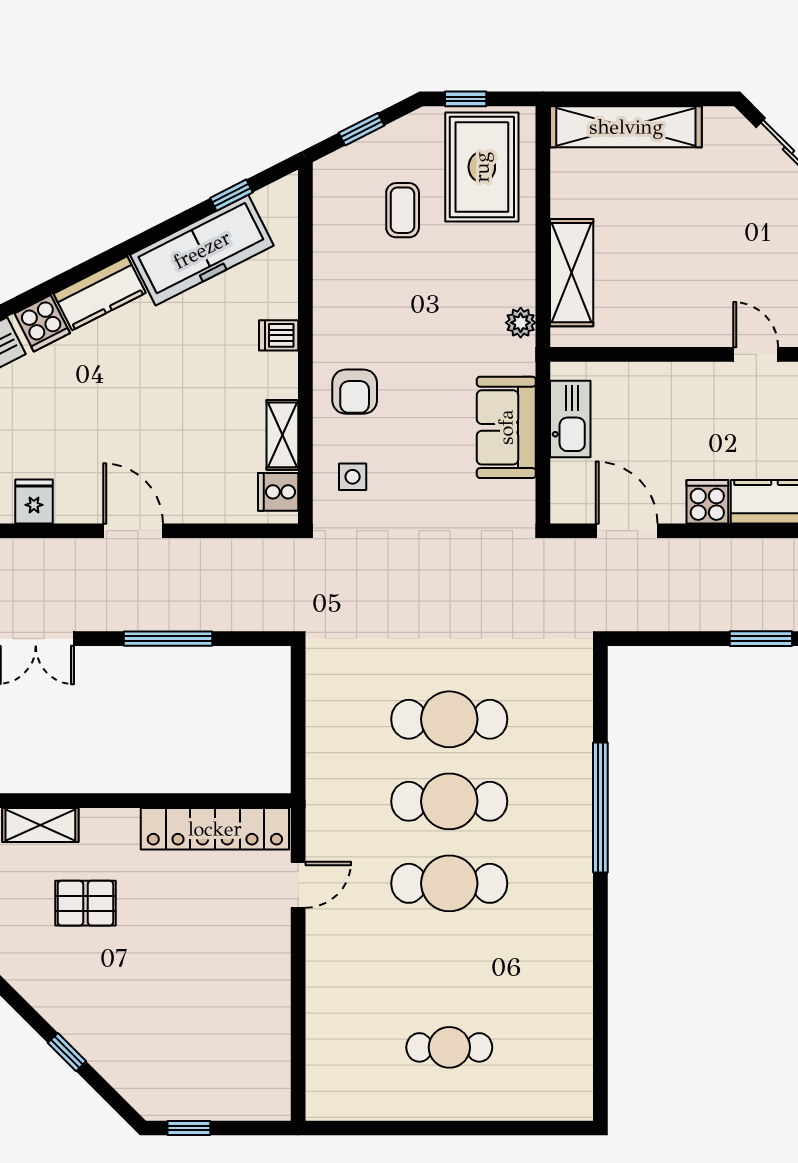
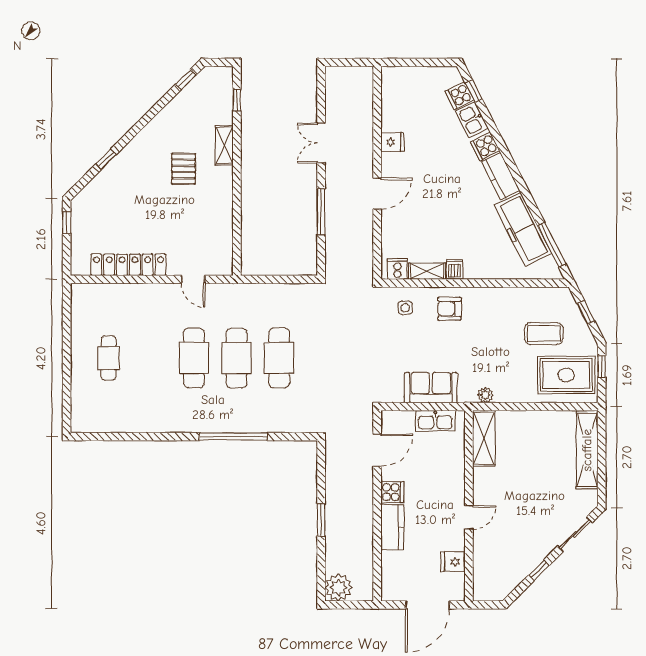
window: (231, 195) -> (552, 245), width x2.17
coffee table: (403, 210) -> (544, 334), width x1.36, depth x1.30
shelving: (572, 273) -> (484, 438), moved, turned 90
dishwasher: (279, 335) -> (455, 269), moved
locker: (215, 829) -> (128, 265), moved, turned 90

